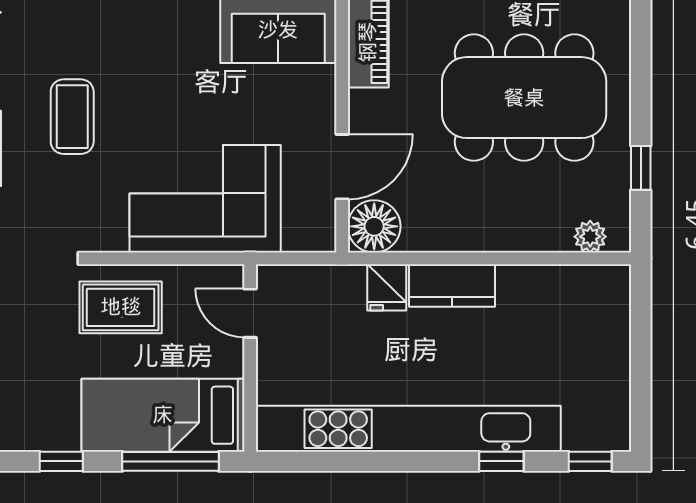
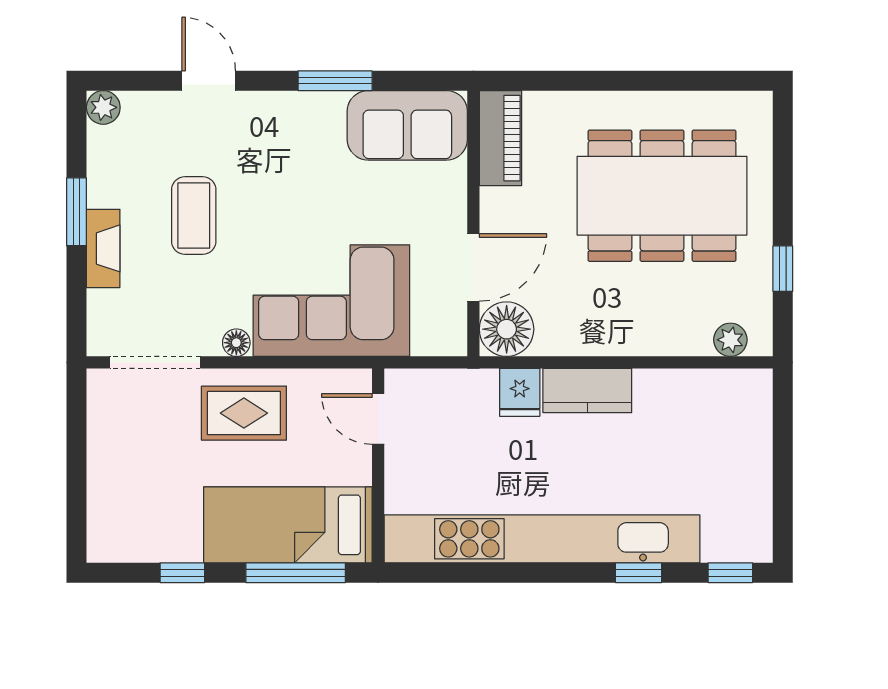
floor lamp: (113, 239) -> (236, 343), added

